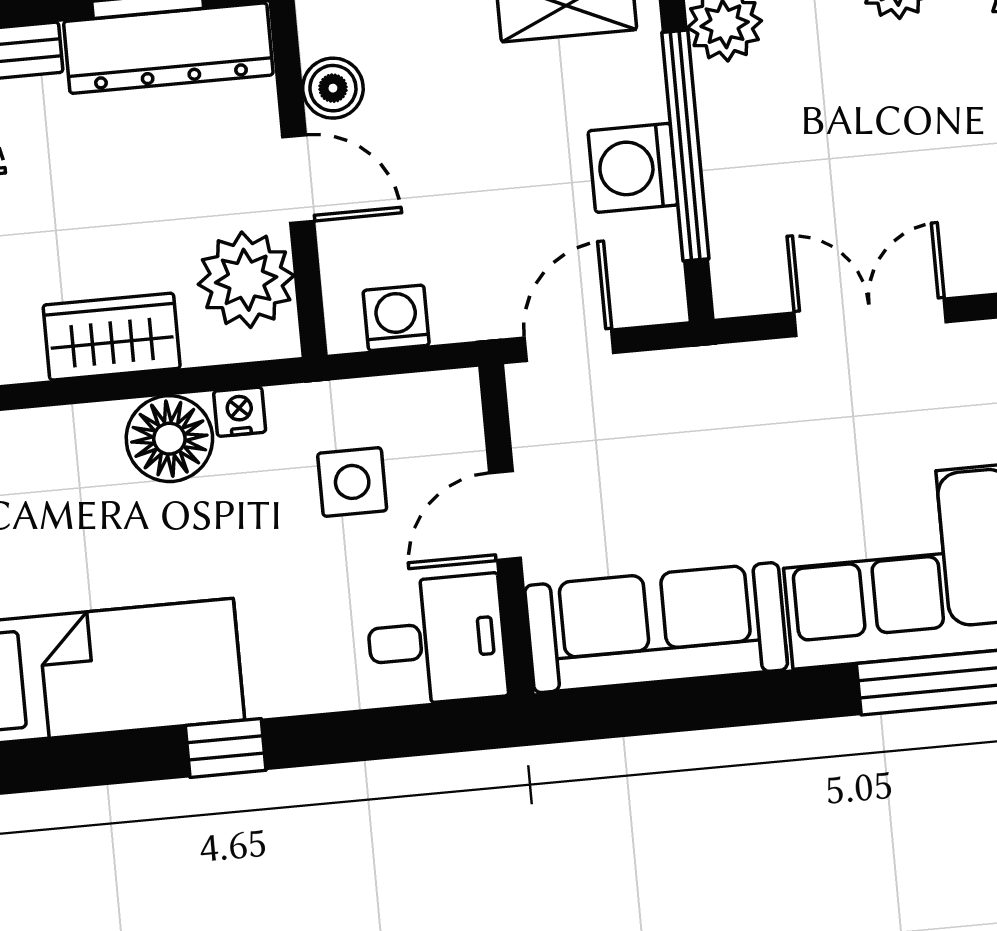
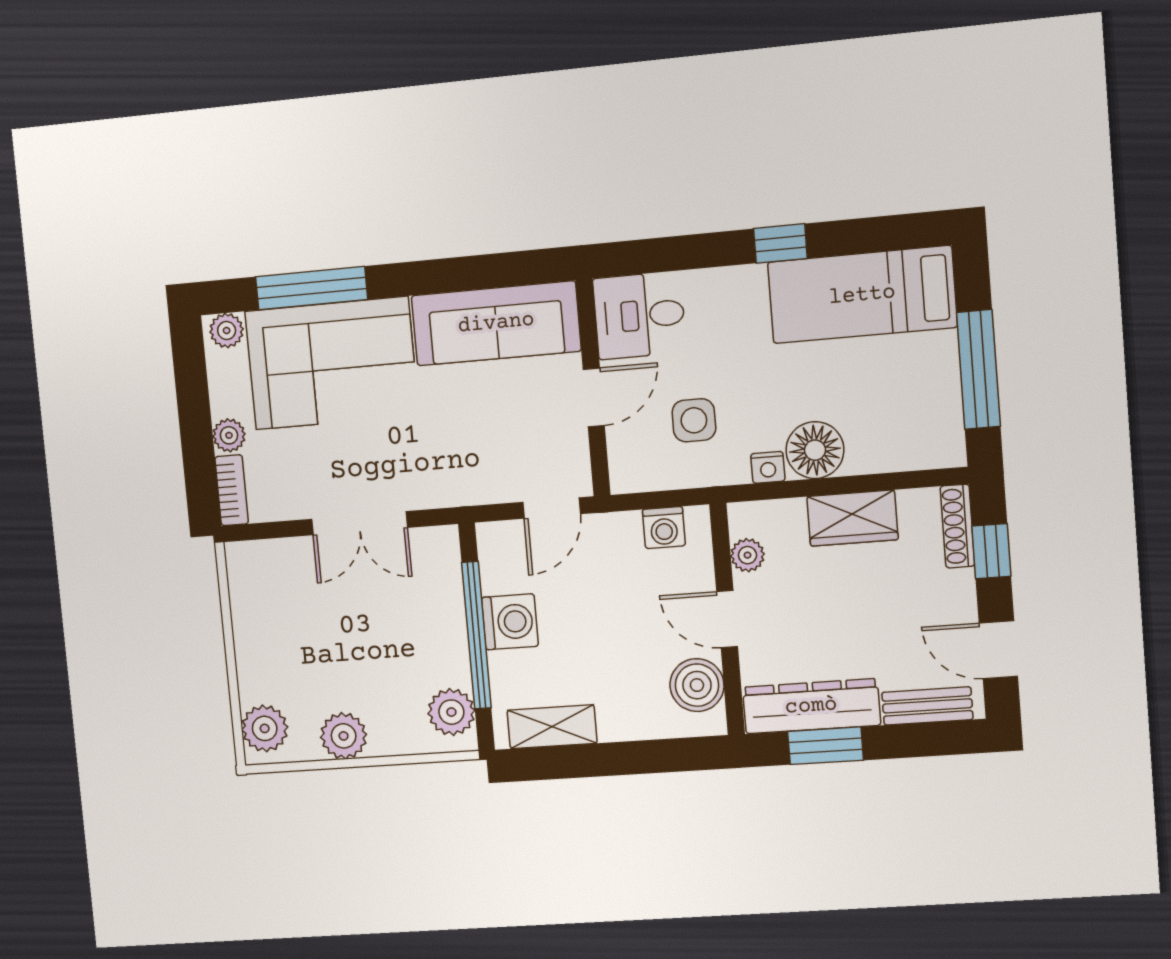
boiler: (333, 88) -> (697, 685), width x1.36, depth x1.36
plant: (246, 280) -> (747, 555), width x0.53, depth x0.53

